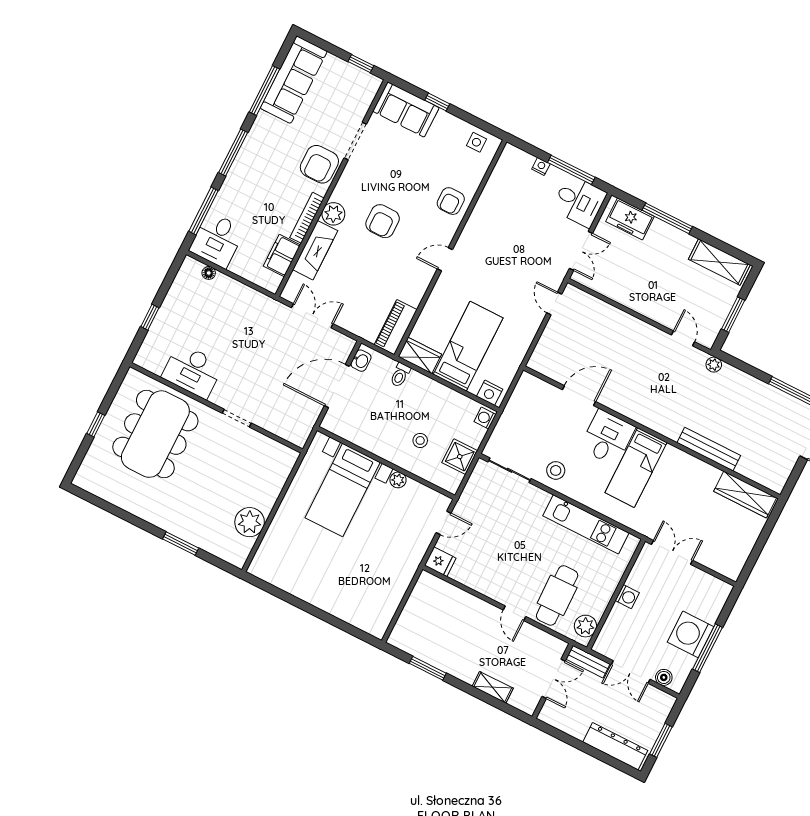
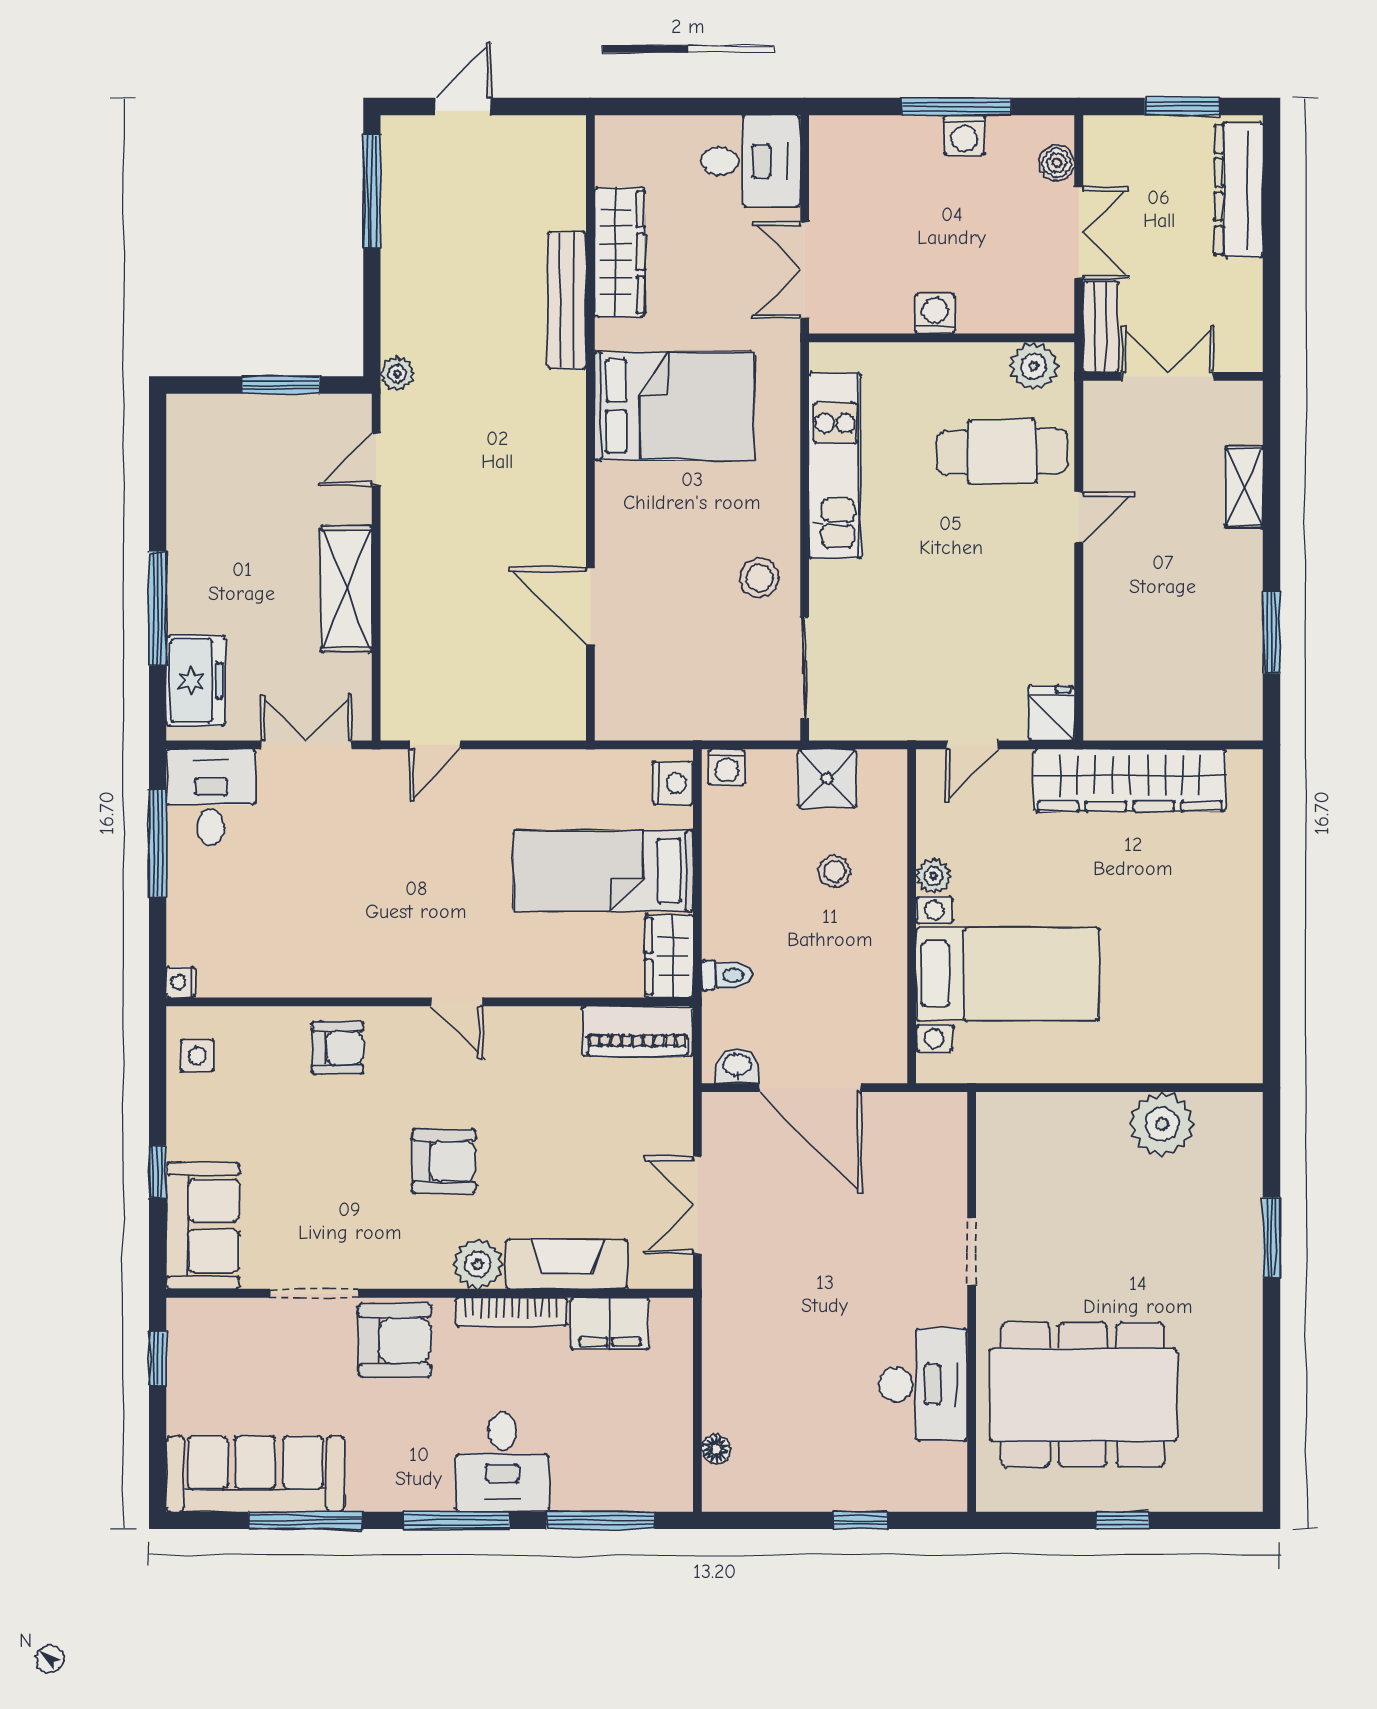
nightstand: (541, 166) -> (181, 982), moved
desk: (217, 240) -> (502, 1462), moved, turned 90
shelving: (719, 262) -> (347, 589), moved
desk: (607, 438) -> (751, 161), moved, turned 180
bed: (636, 468) -> (675, 406), width x1.50
wardrobe: (745, 494) -> (620, 252), moved
door: (444, 523) -> (972, 745), swing flipped
wardrobe: (397, 580) -> (1130, 780), added
washing machine: (690, 634) -> (964, 135), width x0.53, depth x0.53

